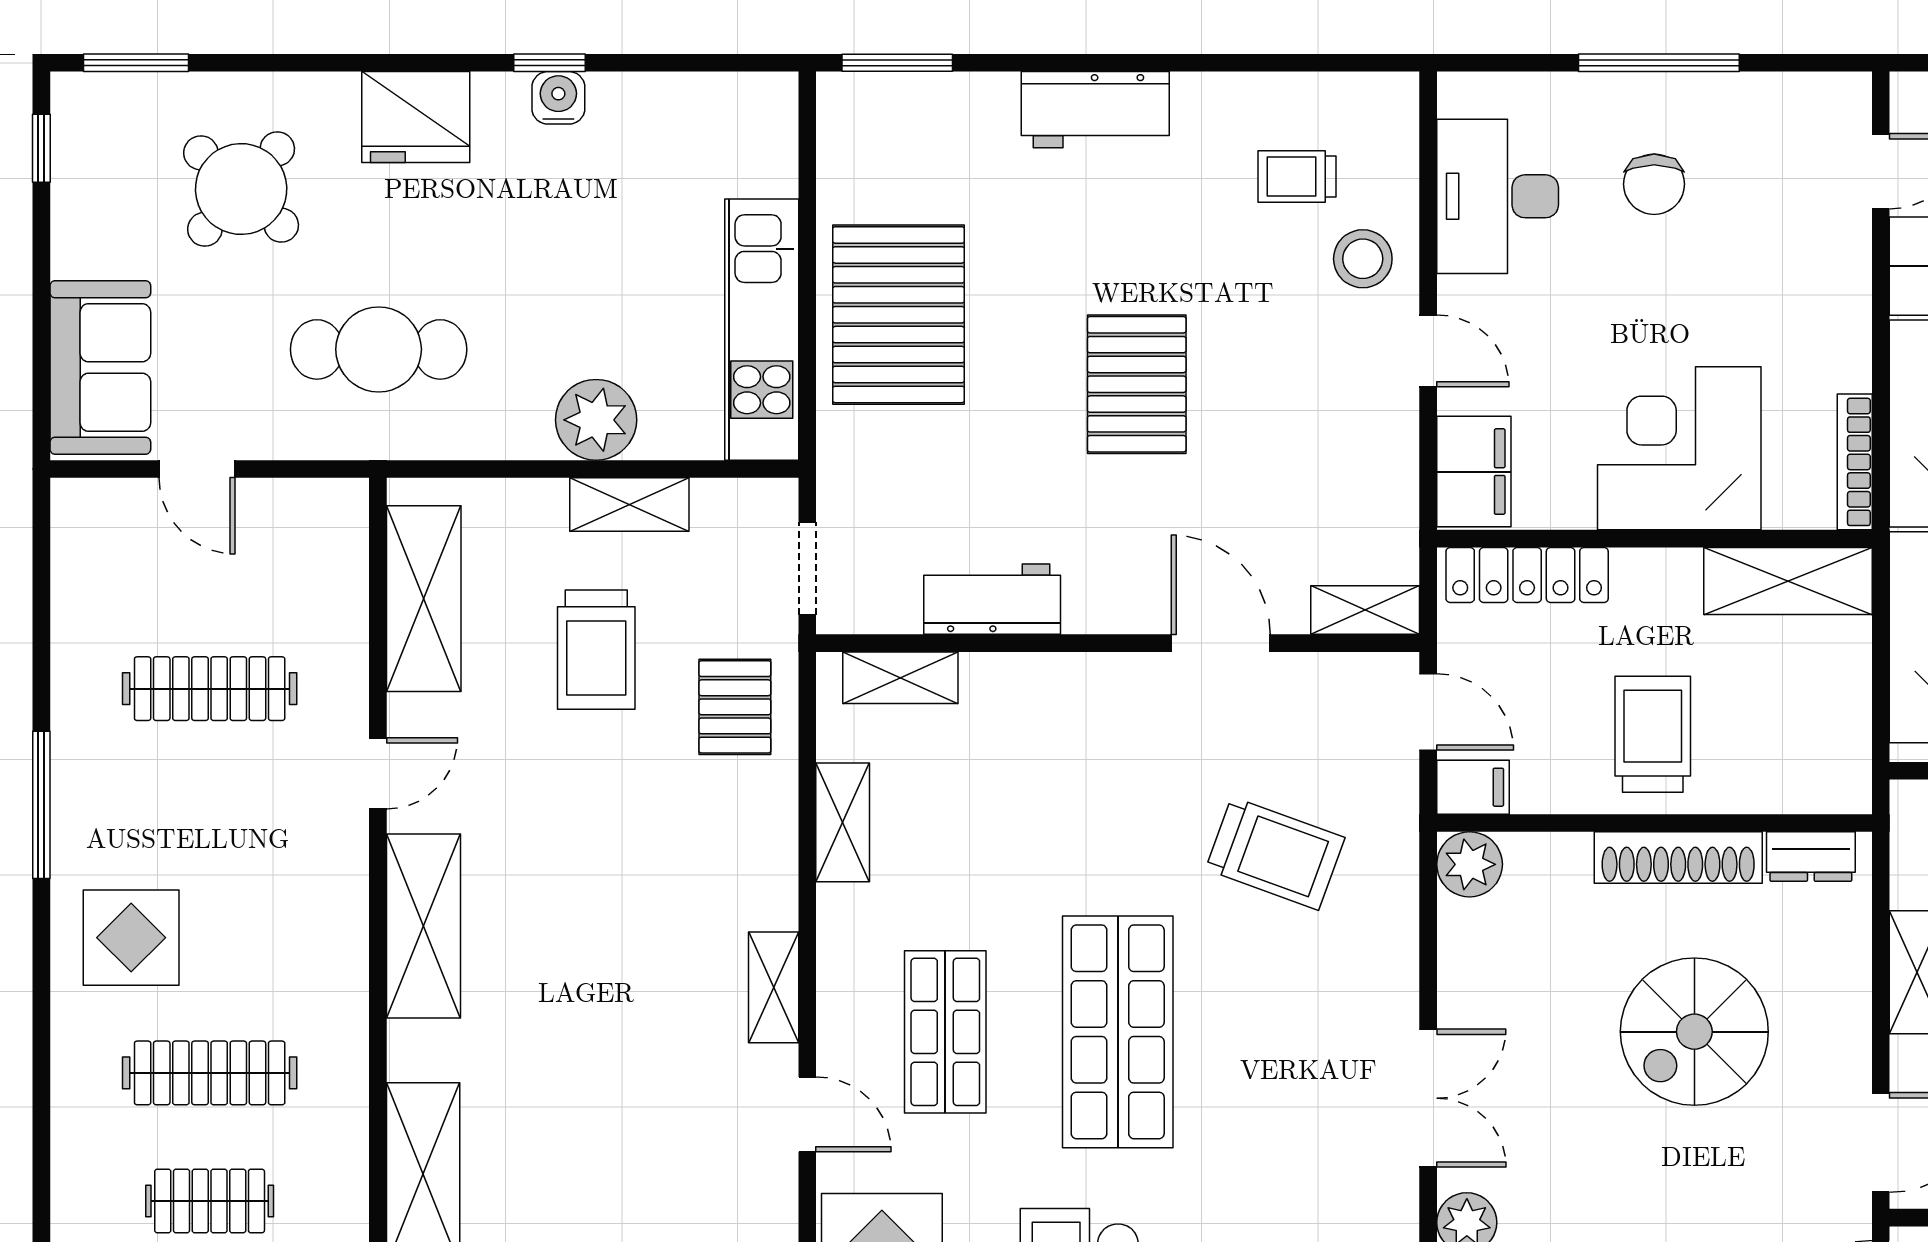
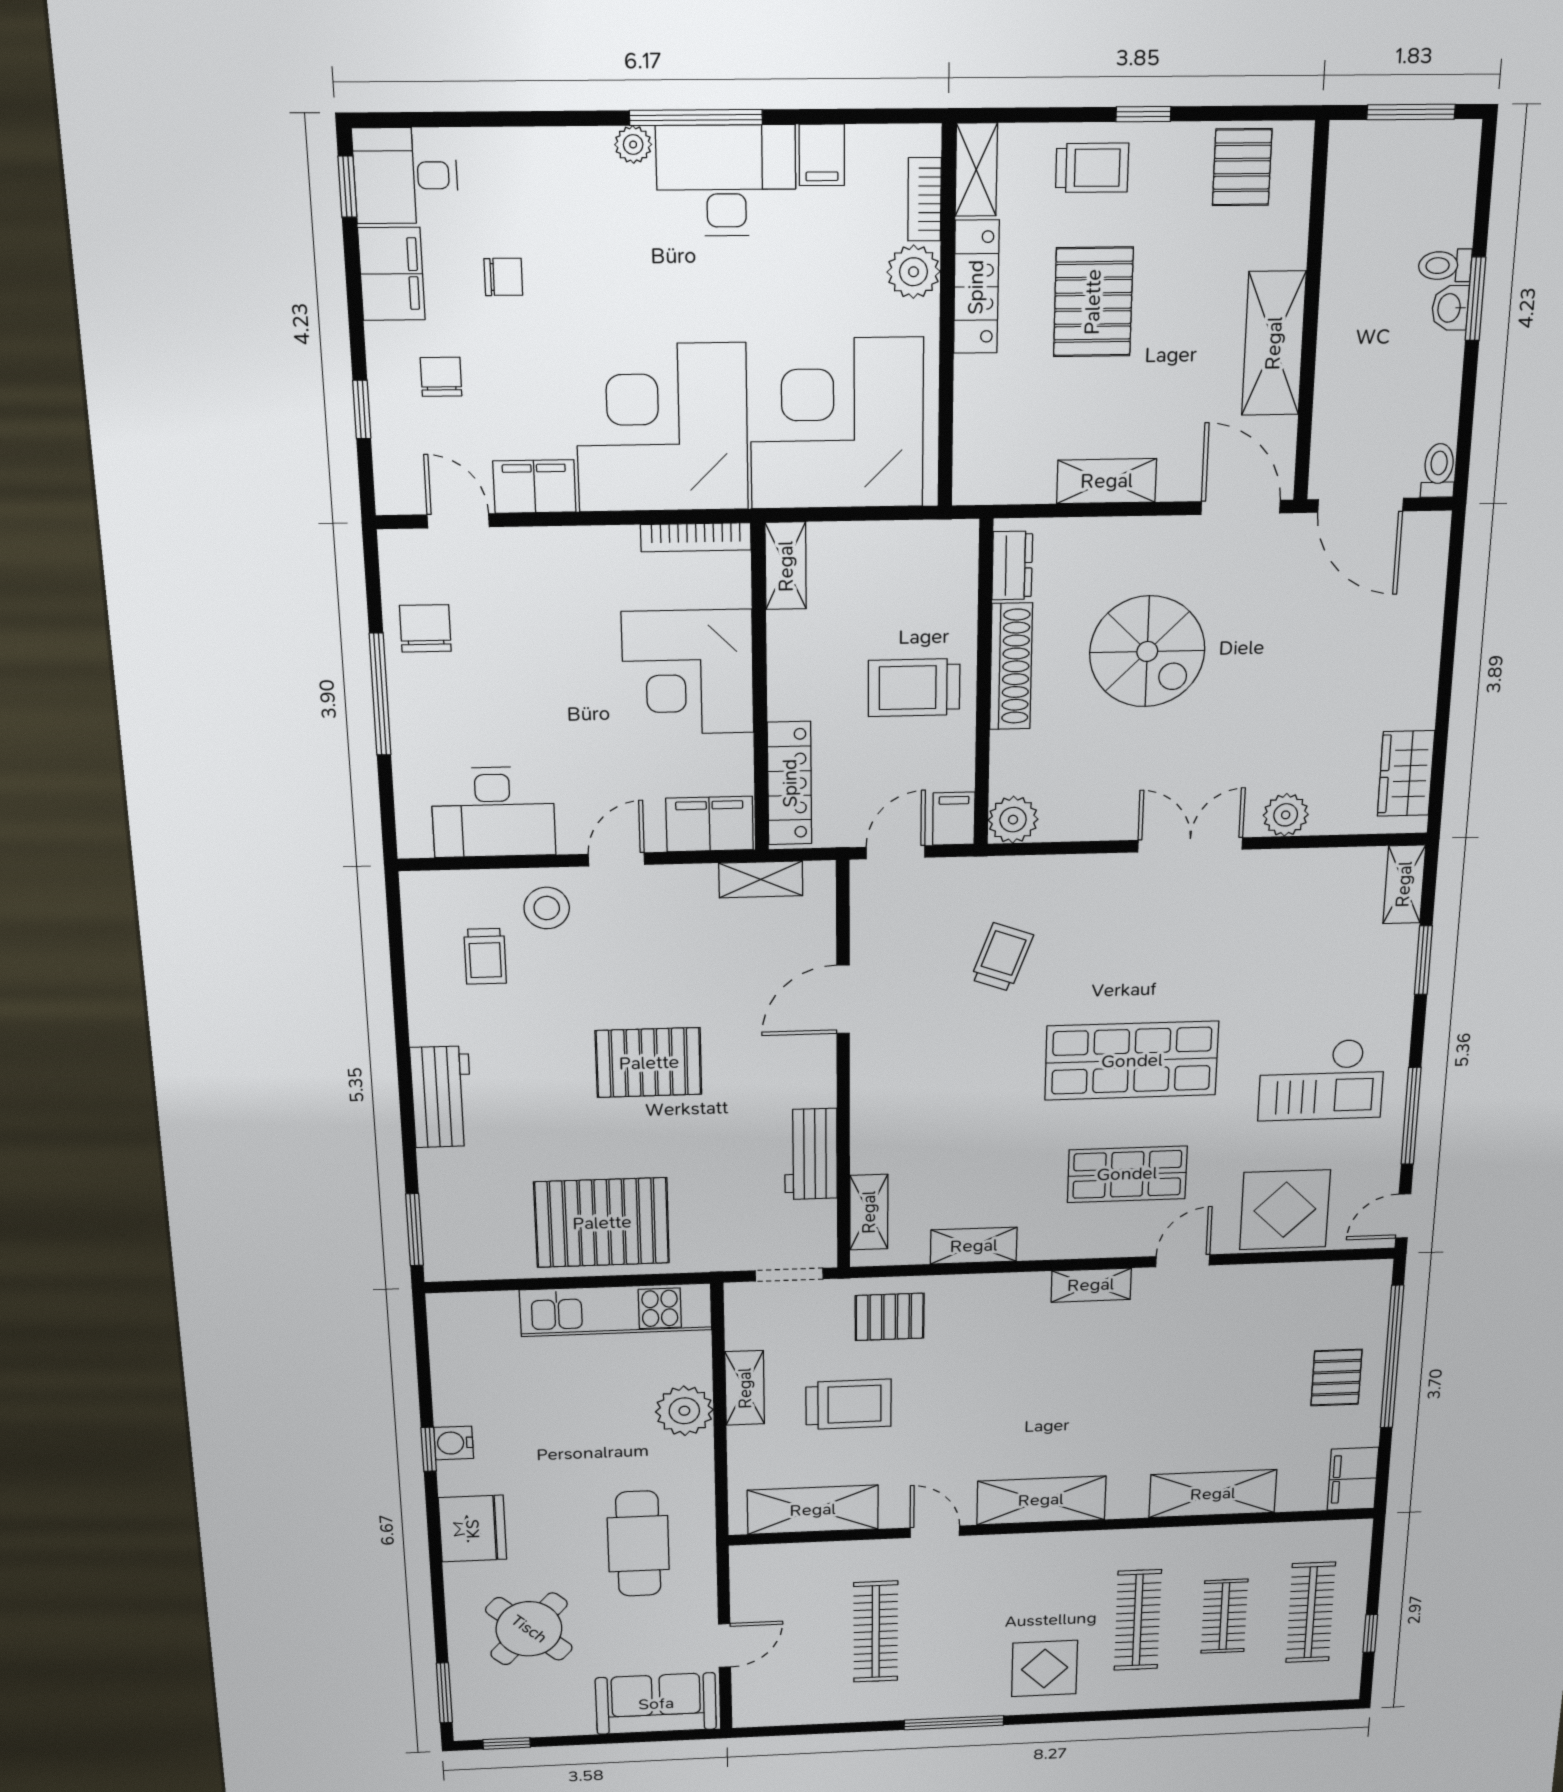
chair: (1654, 184) -> (425, 628), moved, turned -90
shelving: (1788, 581) -> (786, 566), width x0.67, depth x0.75
shelving: (1365, 610) -> (761, 879), moved, turned 90
trolley: (1275, 853) -> (1002, 957), width x0.73, depth x0.72

